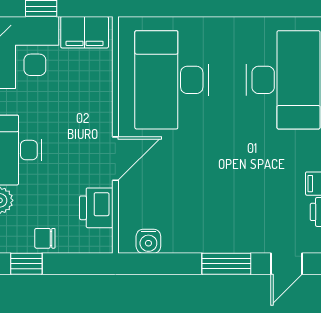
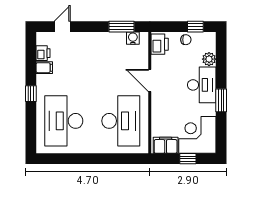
door: (115, 159) -> (150, 80), hinge flipped
printer: (96, 208) -> (160, 44), moved
window: (226, 264) -> (122, 27), moved

